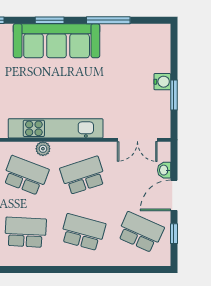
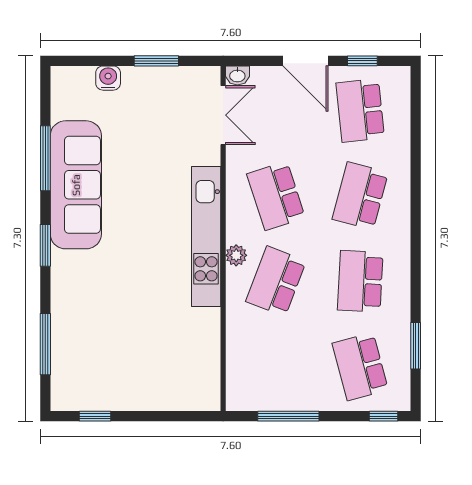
sofa: (57, 41) -> (76, 185), moved
water cooler: (162, 82) -> (108, 78), moved
washbasin: (164, 170) -> (237, 75), moved
school desk: (140, 232) -> (360, 110), turned -30

